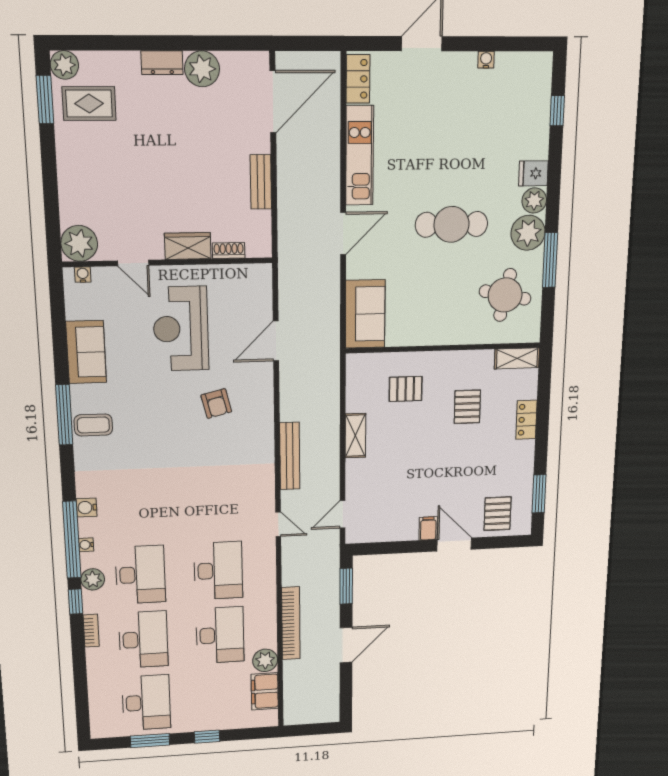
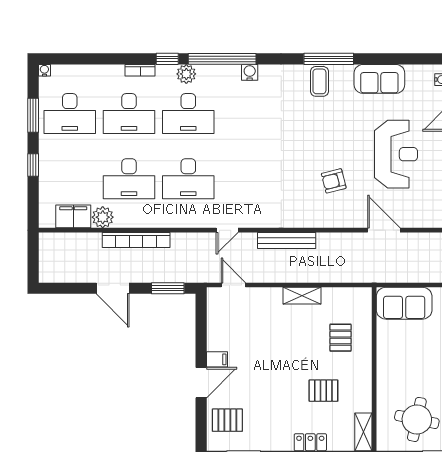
reception desk: (181, 329) -> (396, 154), turned 90
water cooler: (86, 545) -> (44, 70), moved

